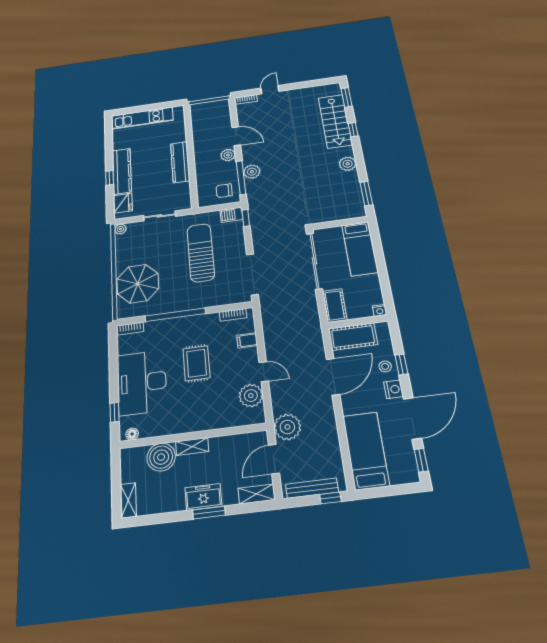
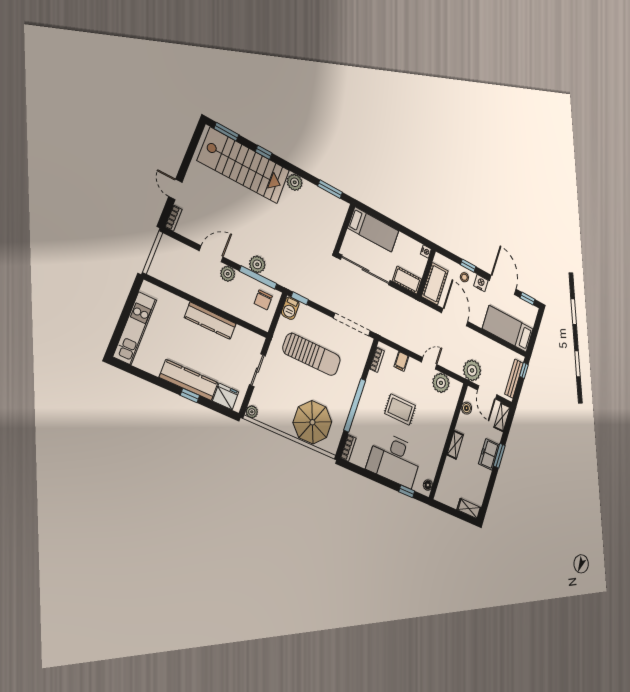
stairs: (335, 121) -> (244, 166), width x1.36, depth x1.51
sun lounger: (201, 253) -> (312, 354), turned 180
boiler: (161, 457) -> (466, 408), moved, width x0.54, depth x0.54

